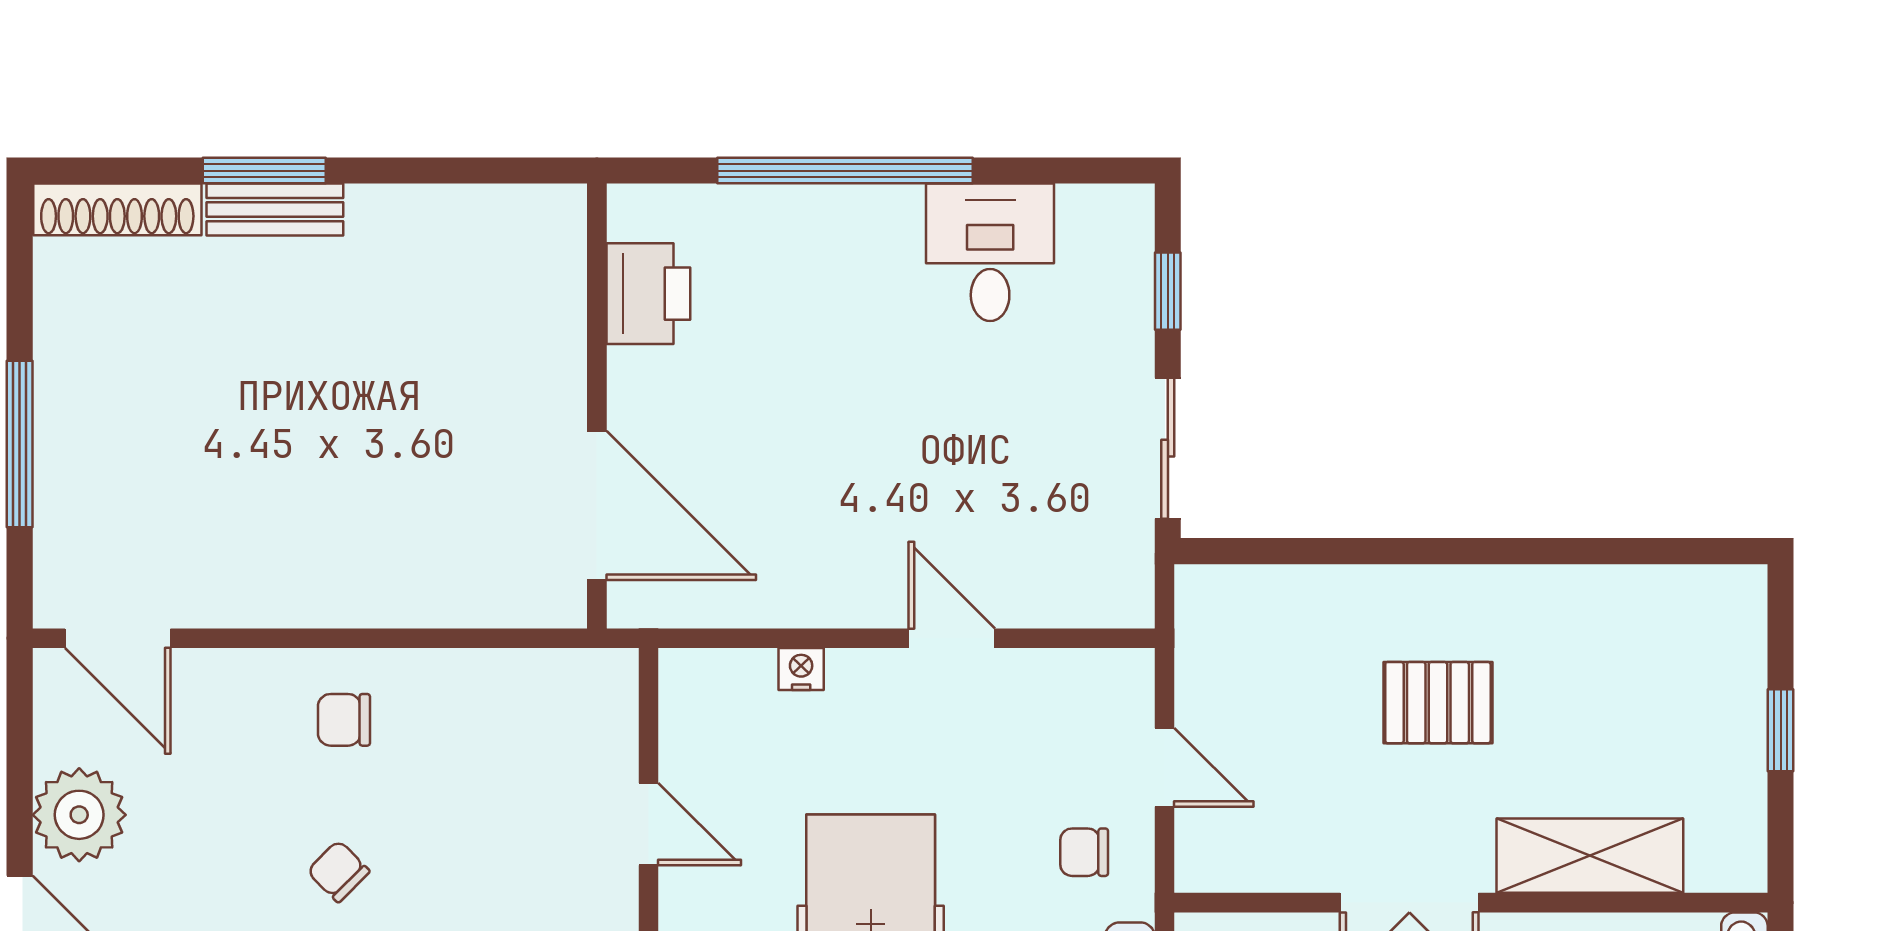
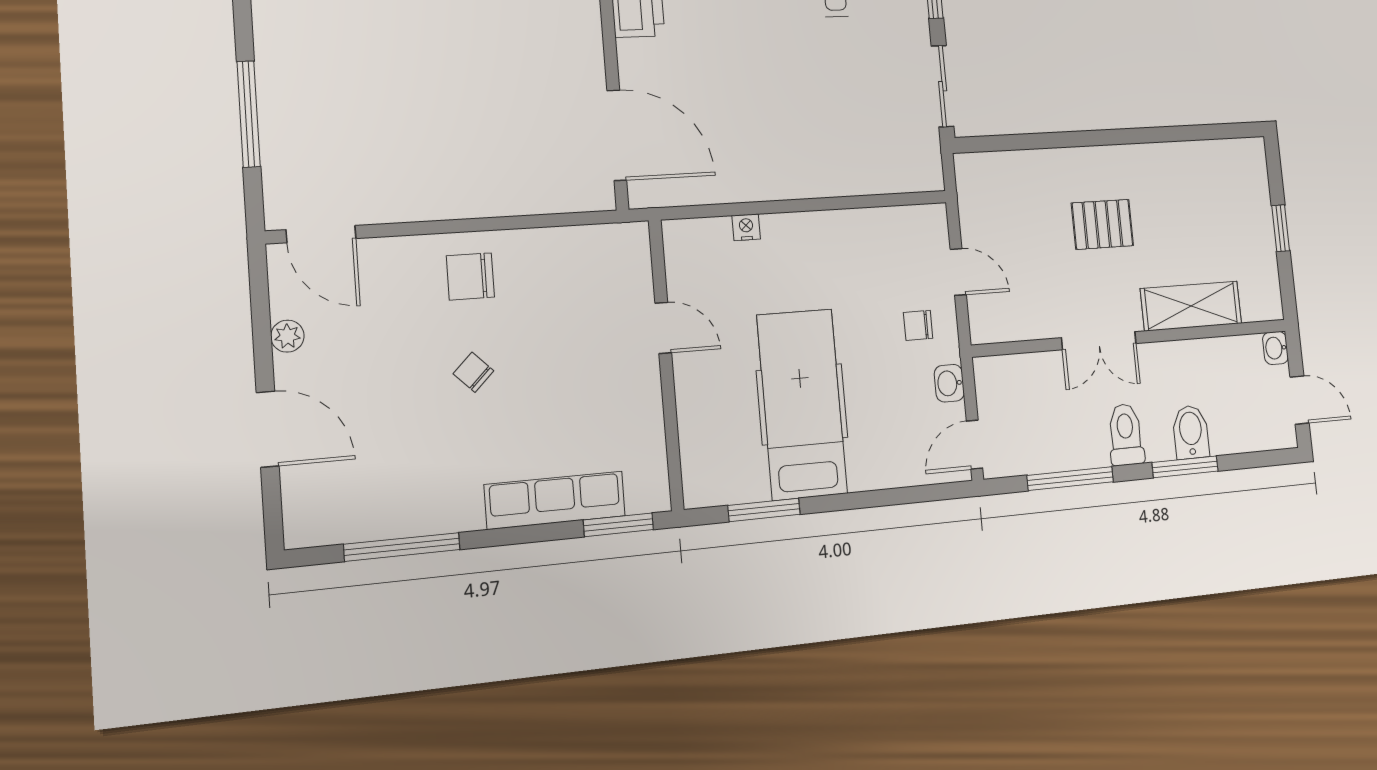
door: (952, 638) -> (832, 204), removed
chair: (344, 720) -> (470, 276), width x1.37, depth x1.37
plant: (79, 815) -> (287, 336), width x0.53, depth x0.53

